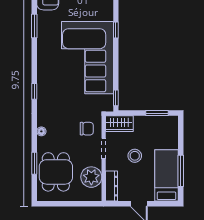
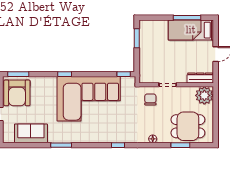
wardrobe: (119, 124) -> (146, 71), removed
stool: (135, 156) -> (174, 58), removed
plant: (91, 177) -> (204, 95), moved

